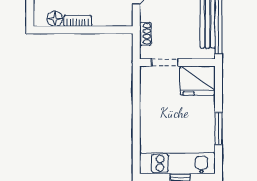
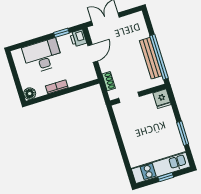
floor lamp: (55, 19) -> (30, 94), moved
fridge: (198, 81) -> (162, 99), width x0.53, depth x0.75

